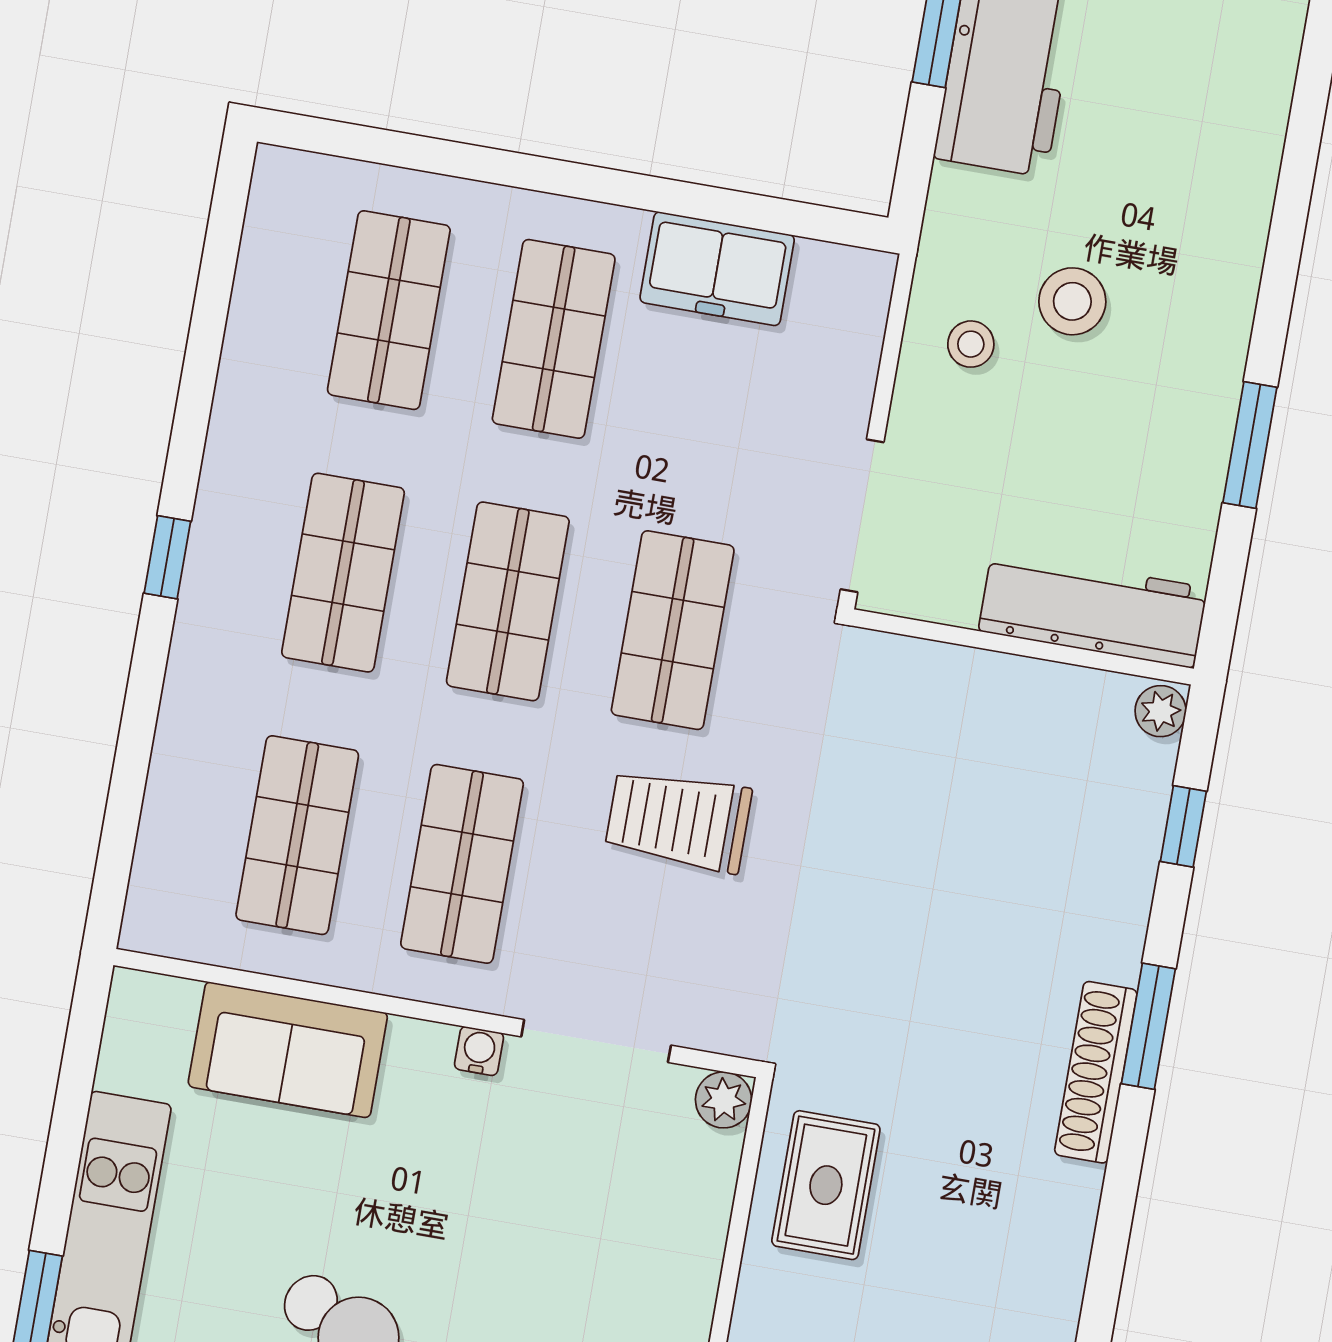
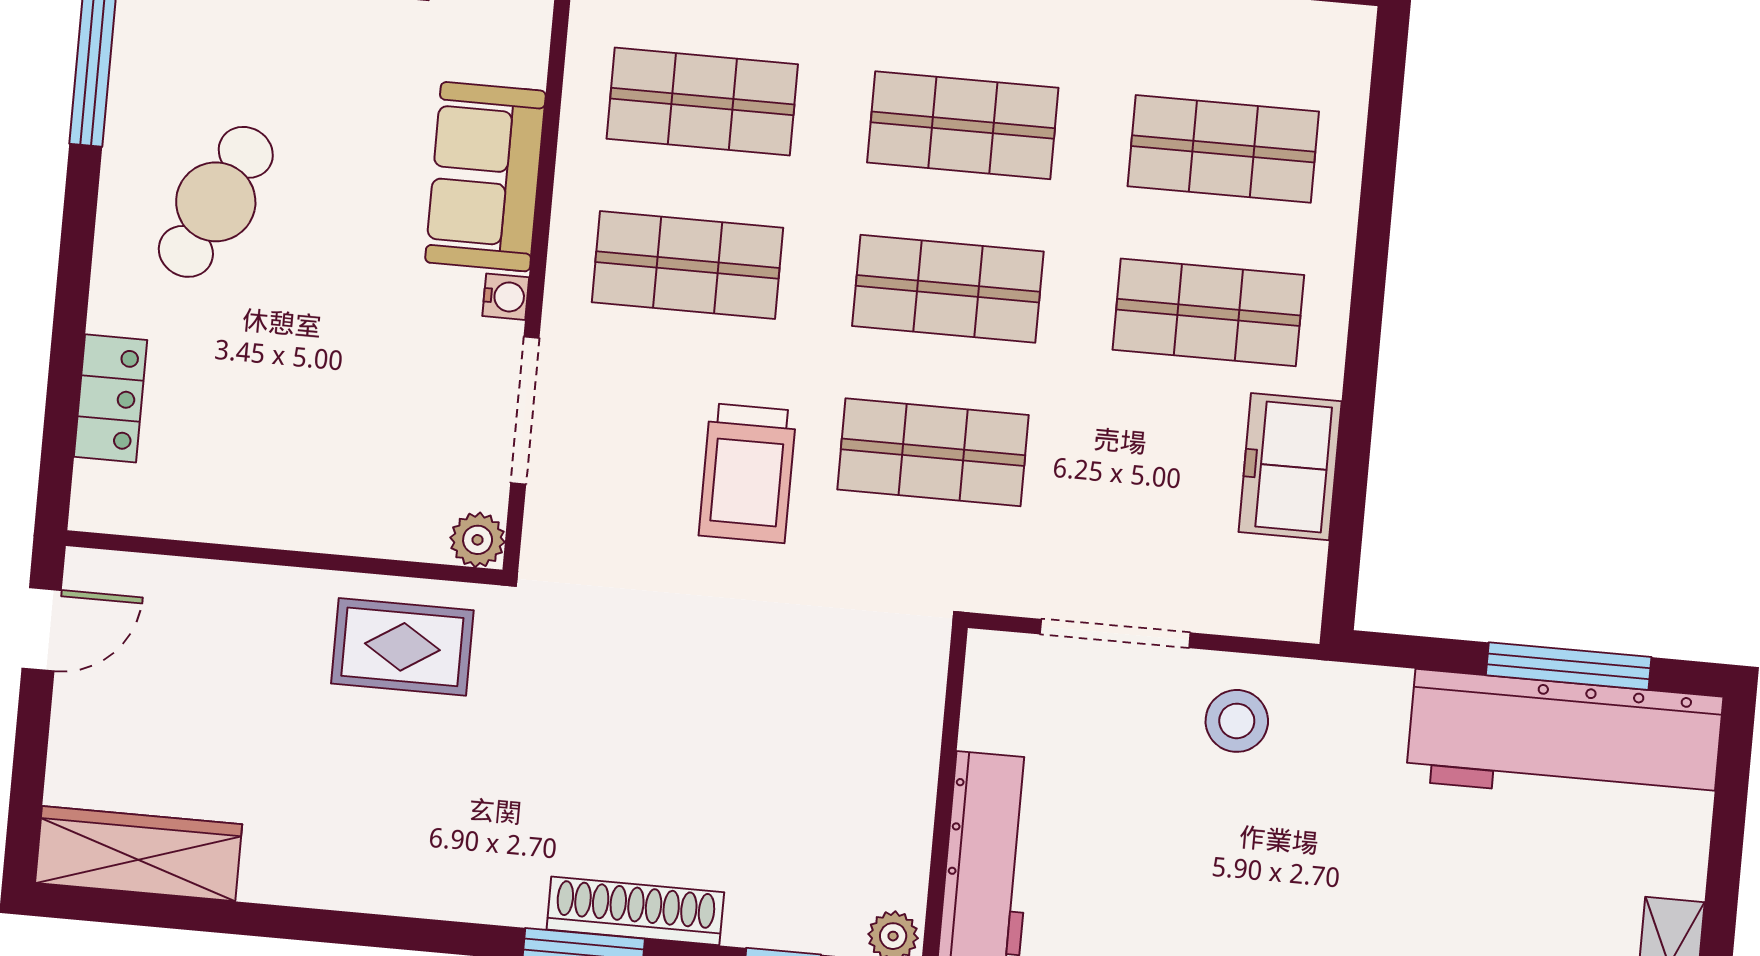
stool: (1072, 301) -> (1287, 817), removed
stool: (971, 344) -> (1237, 721), width x1.37, depth x1.37
doorway: (862, 516) -> (1115, 633), moved
trolley: (678, 820) -> (748, 473), turned 180
sofa: (288, 1050) -> (485, 177), moved
shoe rack: (1096, 1072) -> (635, 911), moved

